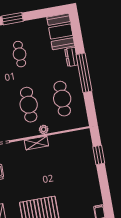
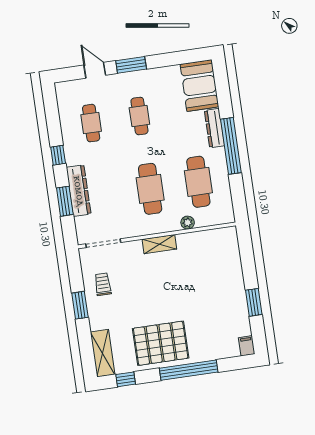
dresser: (71, 57) -> (214, 128), width x1.44
plant: (44, 129) -> (188, 223), moved
window: (99, 155) -> (254, 302), moved

